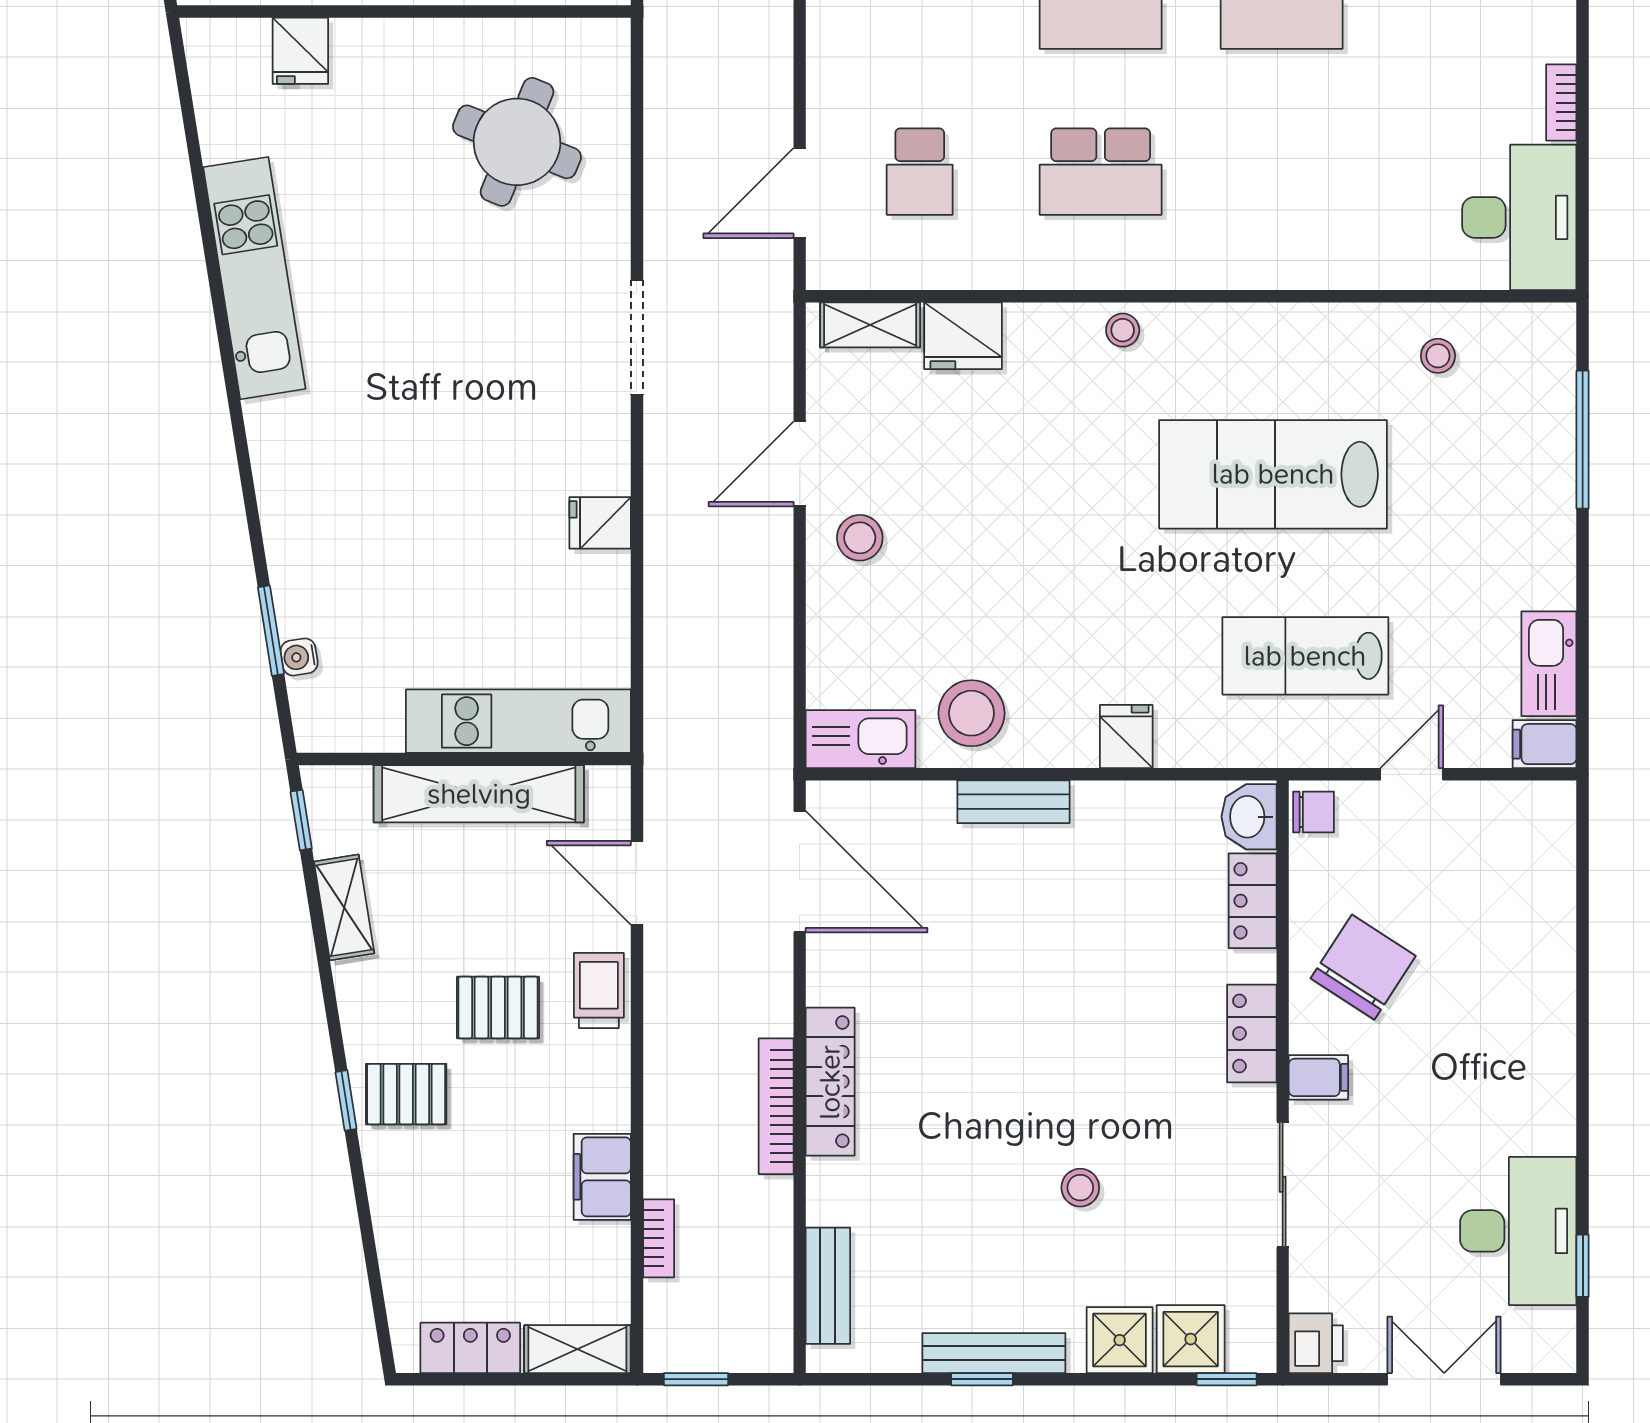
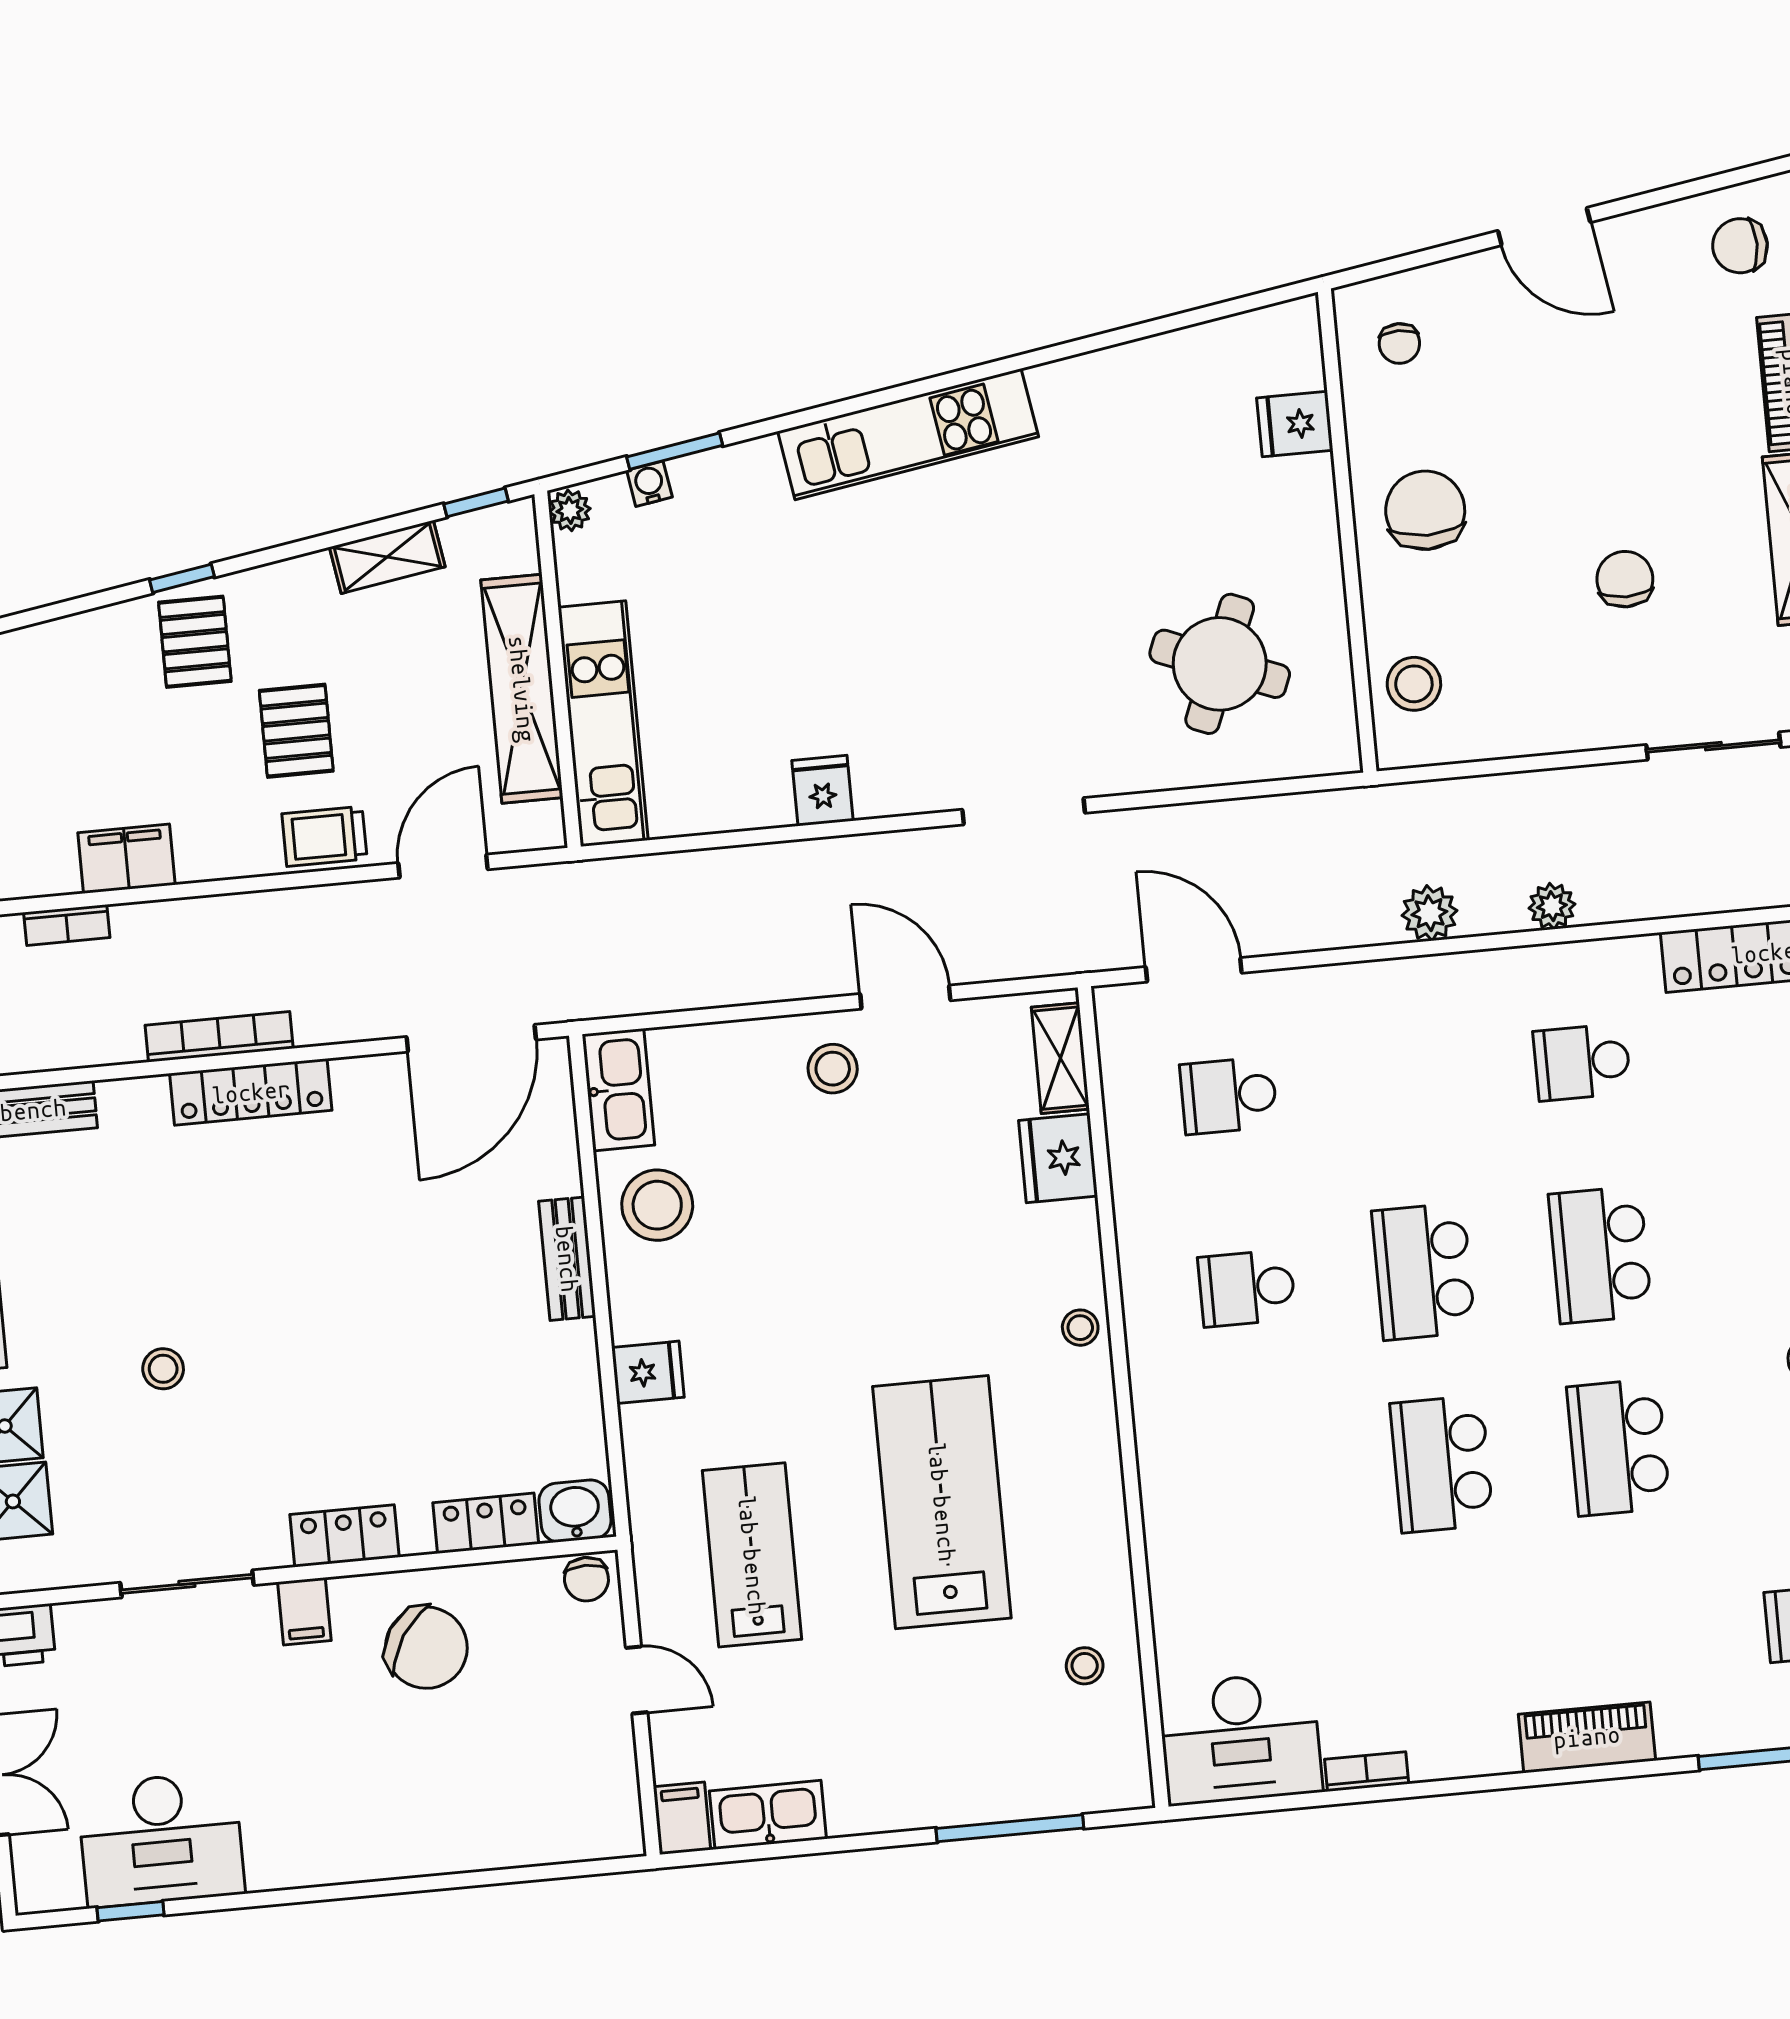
school desk: (1101, 172) -> (1247, 1288), width x0.54
kitchen unit: (254, 278) -> (908, 434), moved
plant: (317, 733) -> (570, 510), added
trolley: (599, 991) -> (324, 836), turned 180

